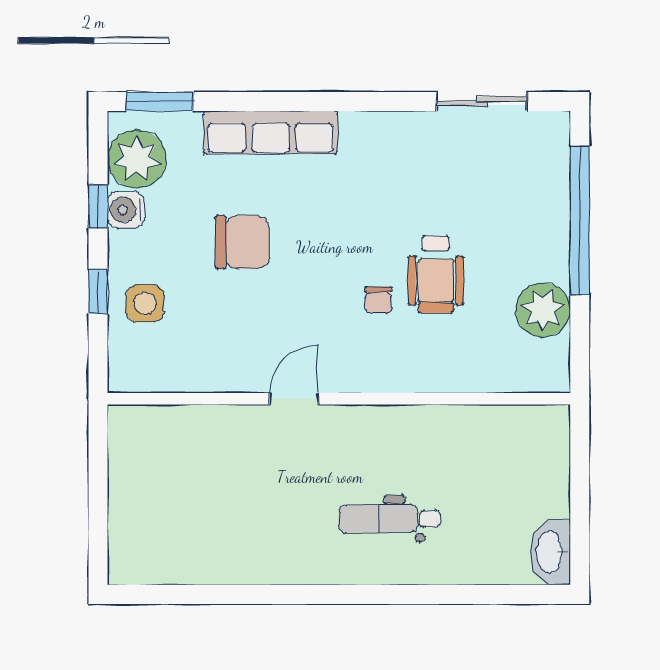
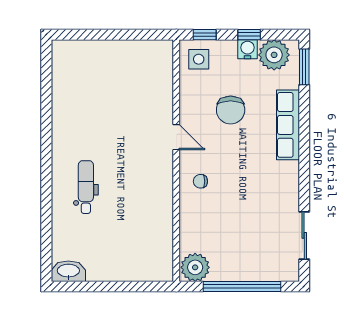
wheelchair: (436, 274) -> (214, 211), removed
door: (294, 399) -> (176, 137), moved
wall: (339, 399) -> (176, 161), moved

